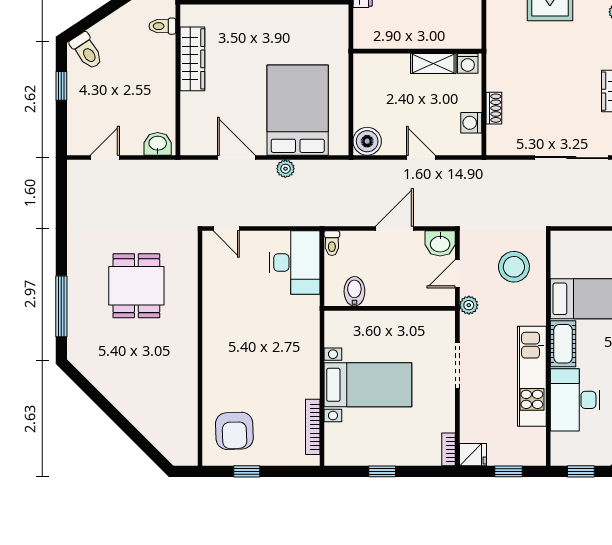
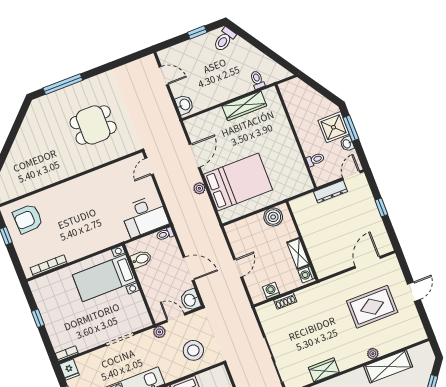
boiler: (367, 141) -> (273, 217), moved
bed with nightstands: (368, 385) -> (104, 278), moved, turned 90

